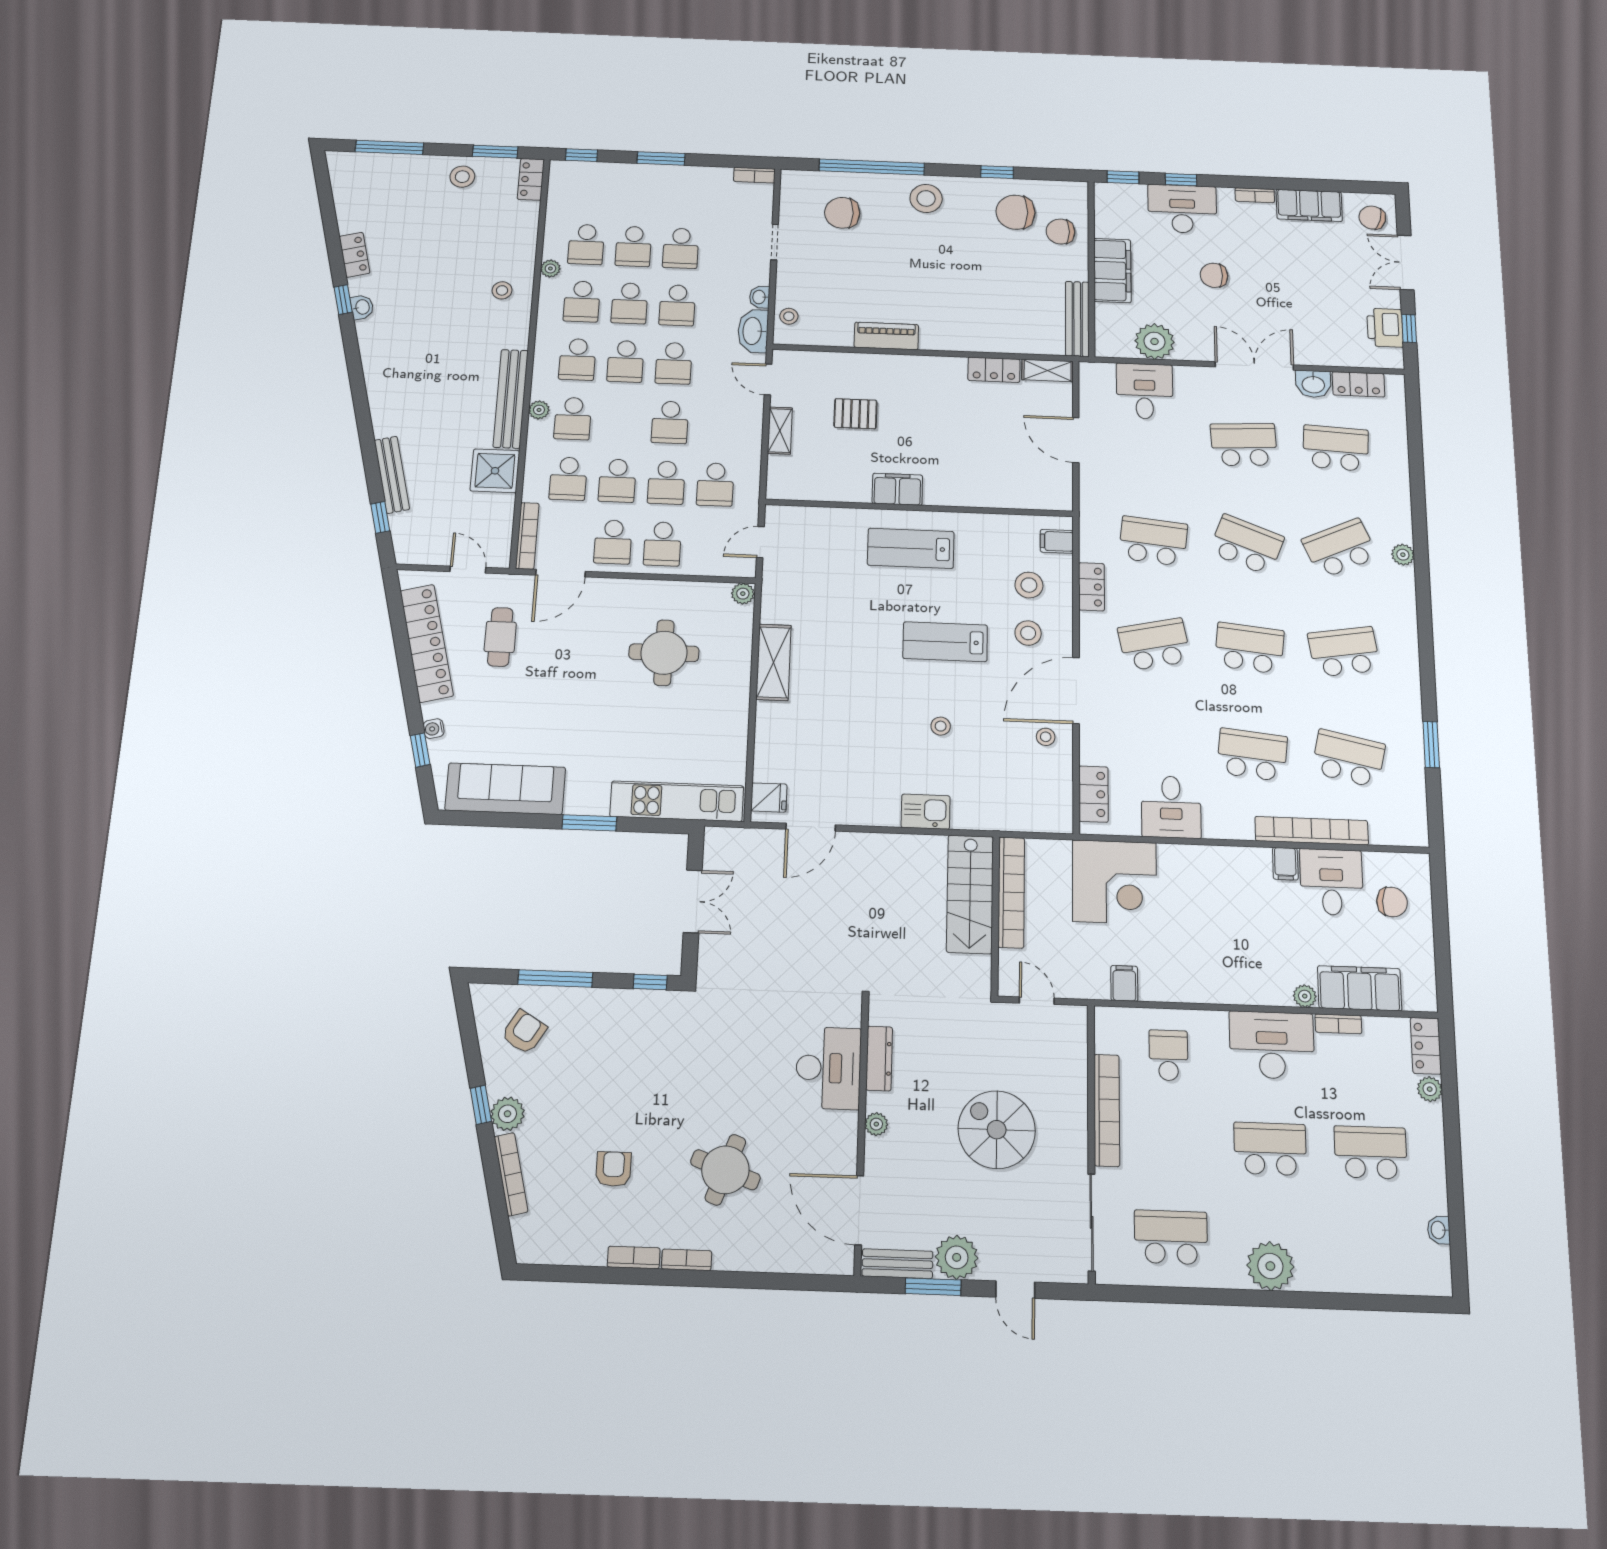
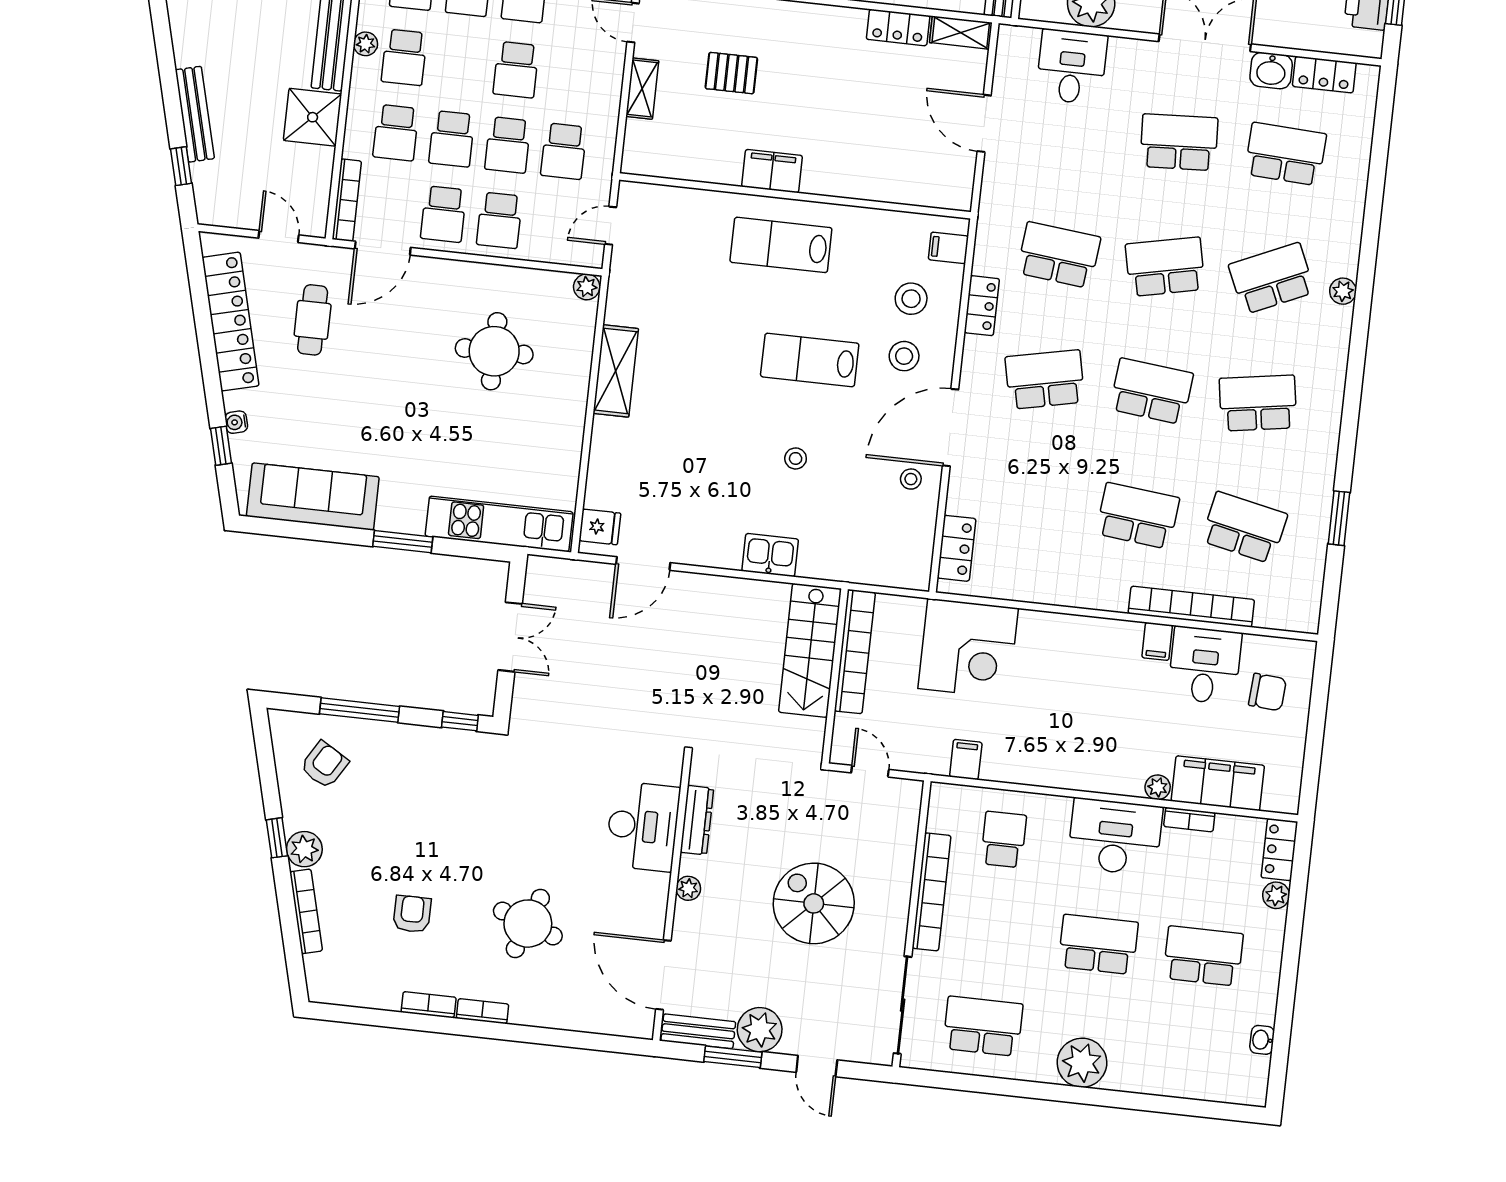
school desk: (1247, 545) -> (1165, 267), turned -33
desk: (1171, 807) -> (1040, 569), removed

